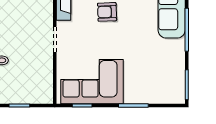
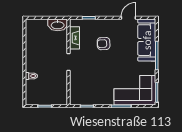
corner sofa: (92, 82) -> (135, 90), moved

